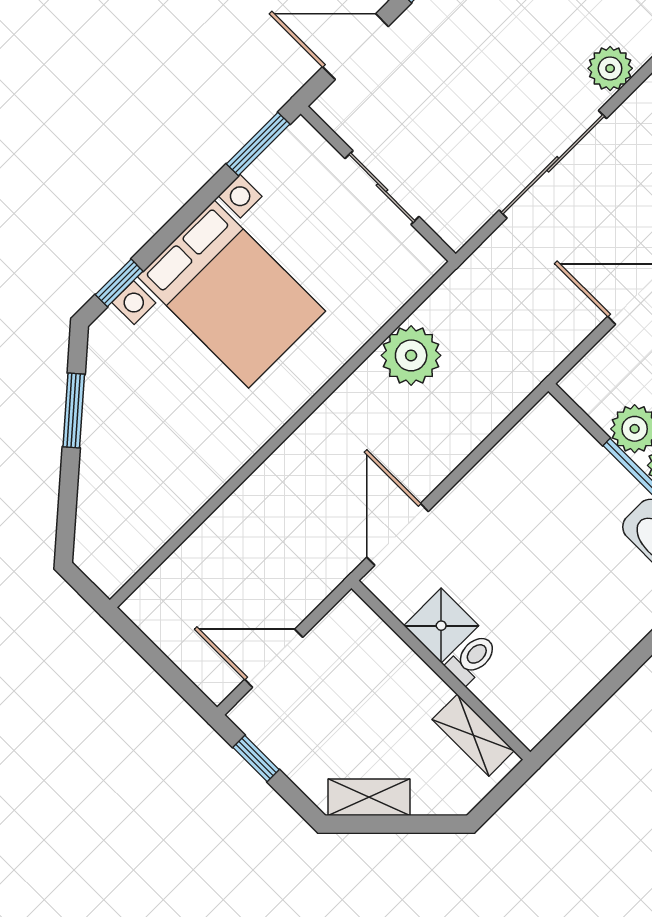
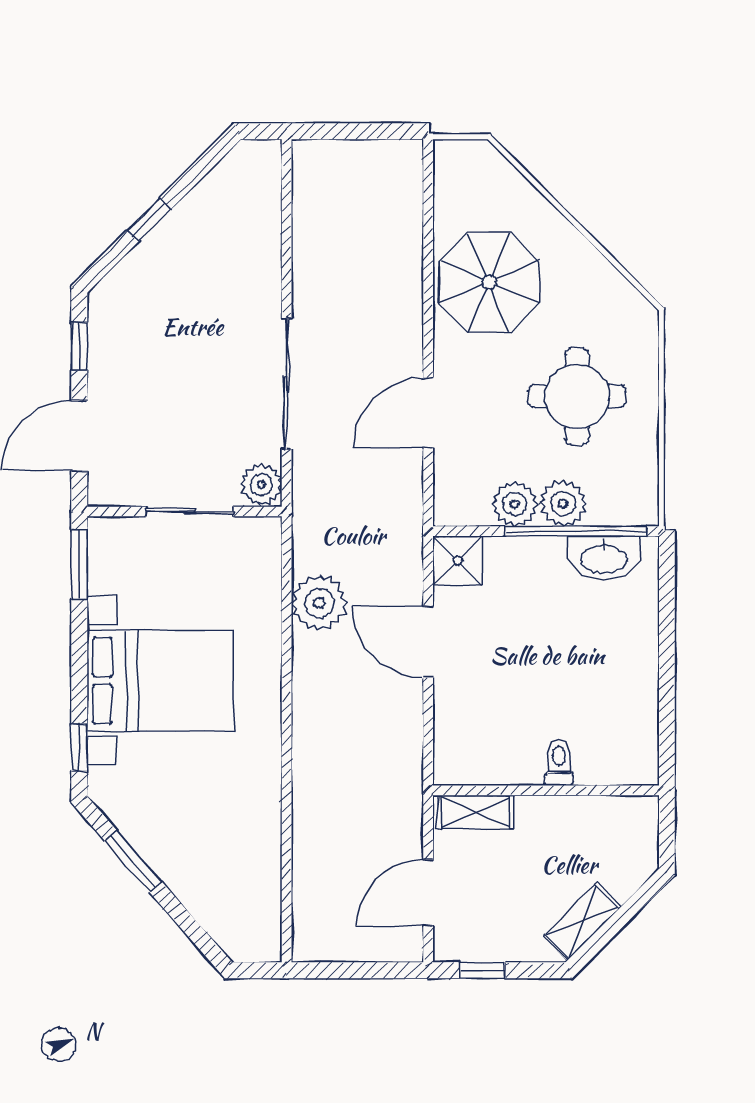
plant: (610, 68) -> (261, 485), moved
door: (398, 534) -> (428, 642), moved
shower: (441, 626) -> (458, 561), moved
shelving: (473, 735) -> (475, 812), moved

